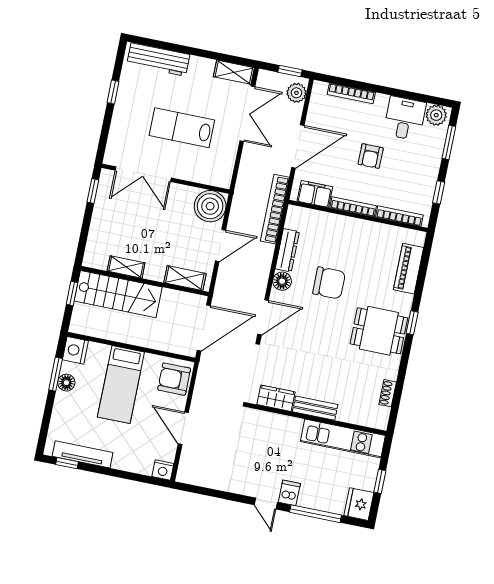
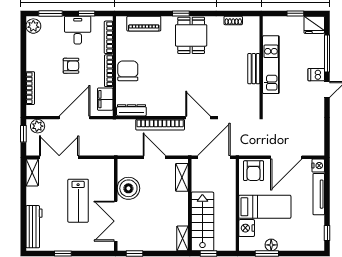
desk: (405, 118) -> (78, 30), moved, turned 90
door: (298, 146) -> (75, 118), hinge flipped
double door: (143, 174) -> (116, 221), swing flipped
boiler: (210, 206) -> (128, 188), moved
bookcase: (275, 209) -> (160, 125), moved
dresser: (287, 250) -> (131, 110), moved
shelving: (126, 267) -> (183, 238), moved
floor lamp: (282, 281) -> (170, 110), removed
chair: (329, 283) -> (128, 71), moved
door: (204, 328) -> (214, 157), hinge flipped
nightstand: (75, 350) -> (247, 228), moved, turned 90
wardrobe: (276, 398) -> (252, 97), removed
door: (183, 428) -> (286, 157), width x1.36
kitchen unit: (343, 438) -> (271, 65), moved
tv unit: (83, 454) -> (319, 194), moved

